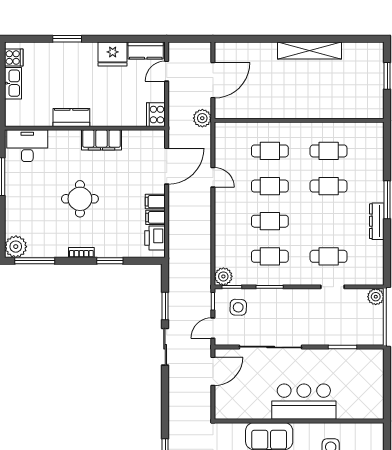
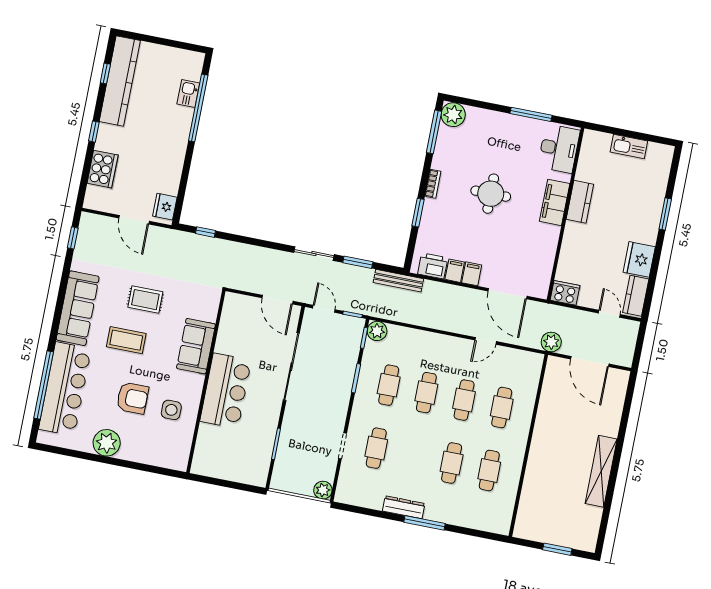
cooker: (14, 58) -> (656, 153), removed
filing cabinet: (101, 140) -> (555, 202), moved
bench: (174, 266) -> (398, 281), added
side table: (238, 307) -> (341, 340), removed

